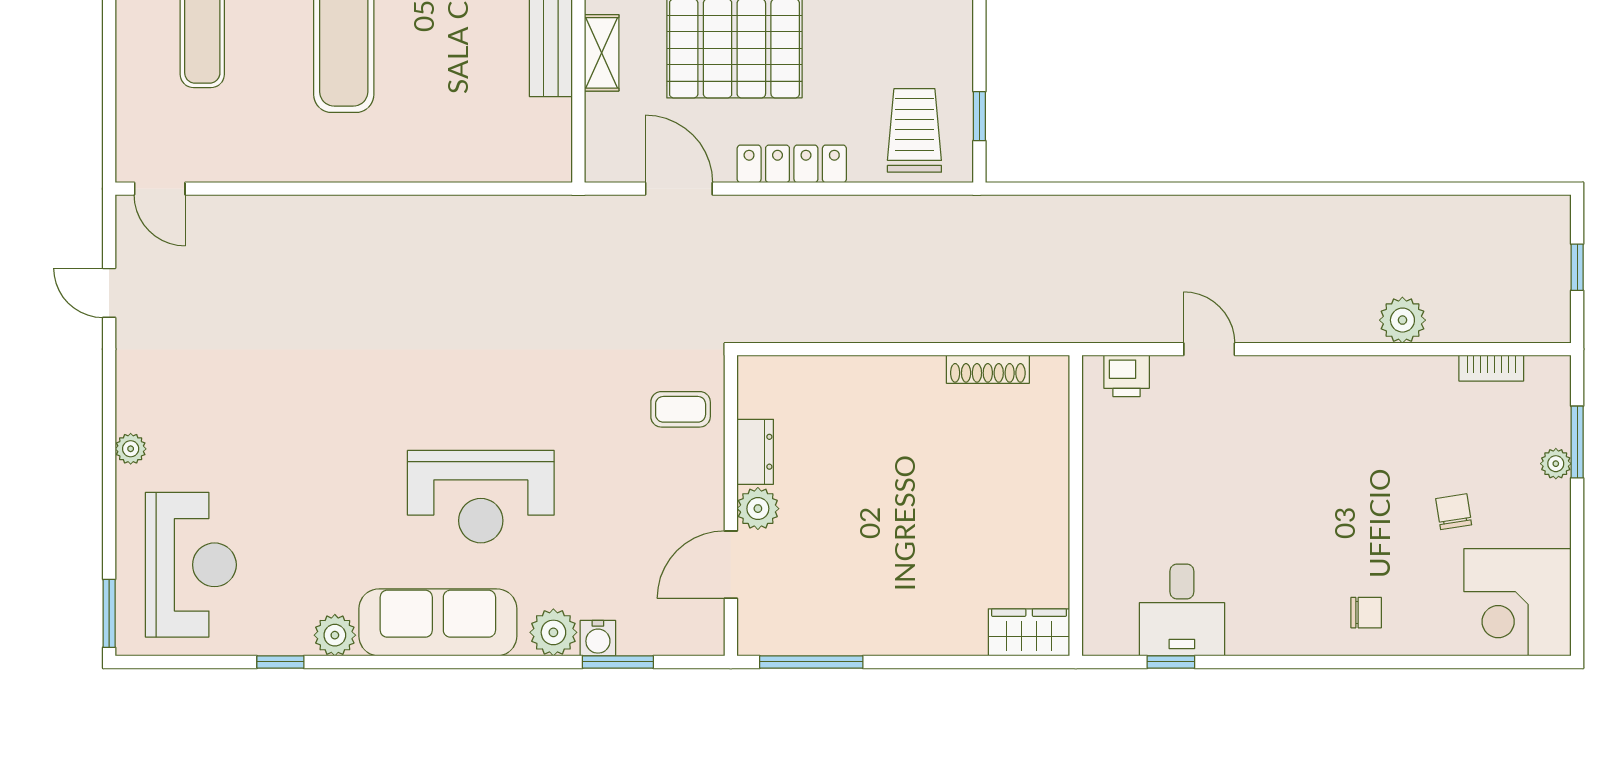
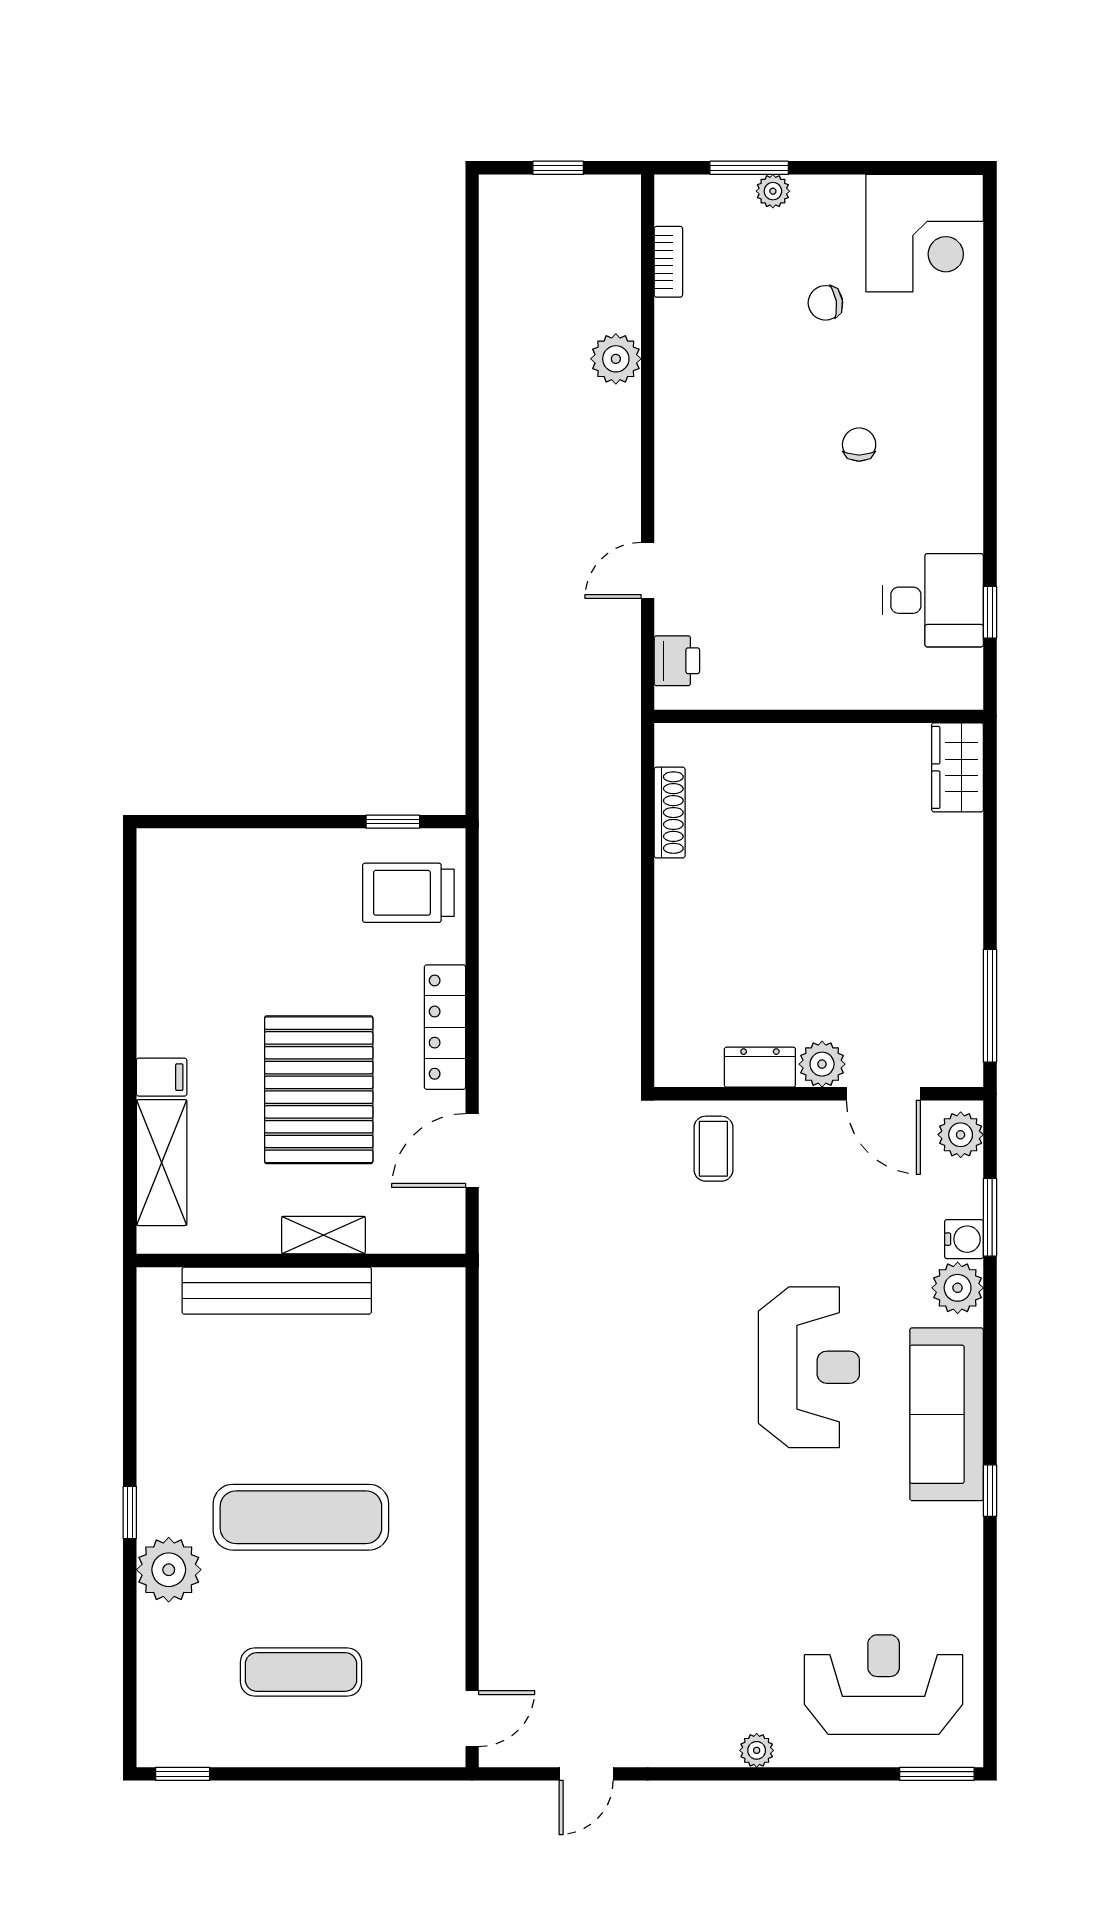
chair: (1366, 613) -> (859, 445), moved
plant: (335, 635) -> (961, 1135), moved
window: (280, 662) -> (990, 1491), moved

